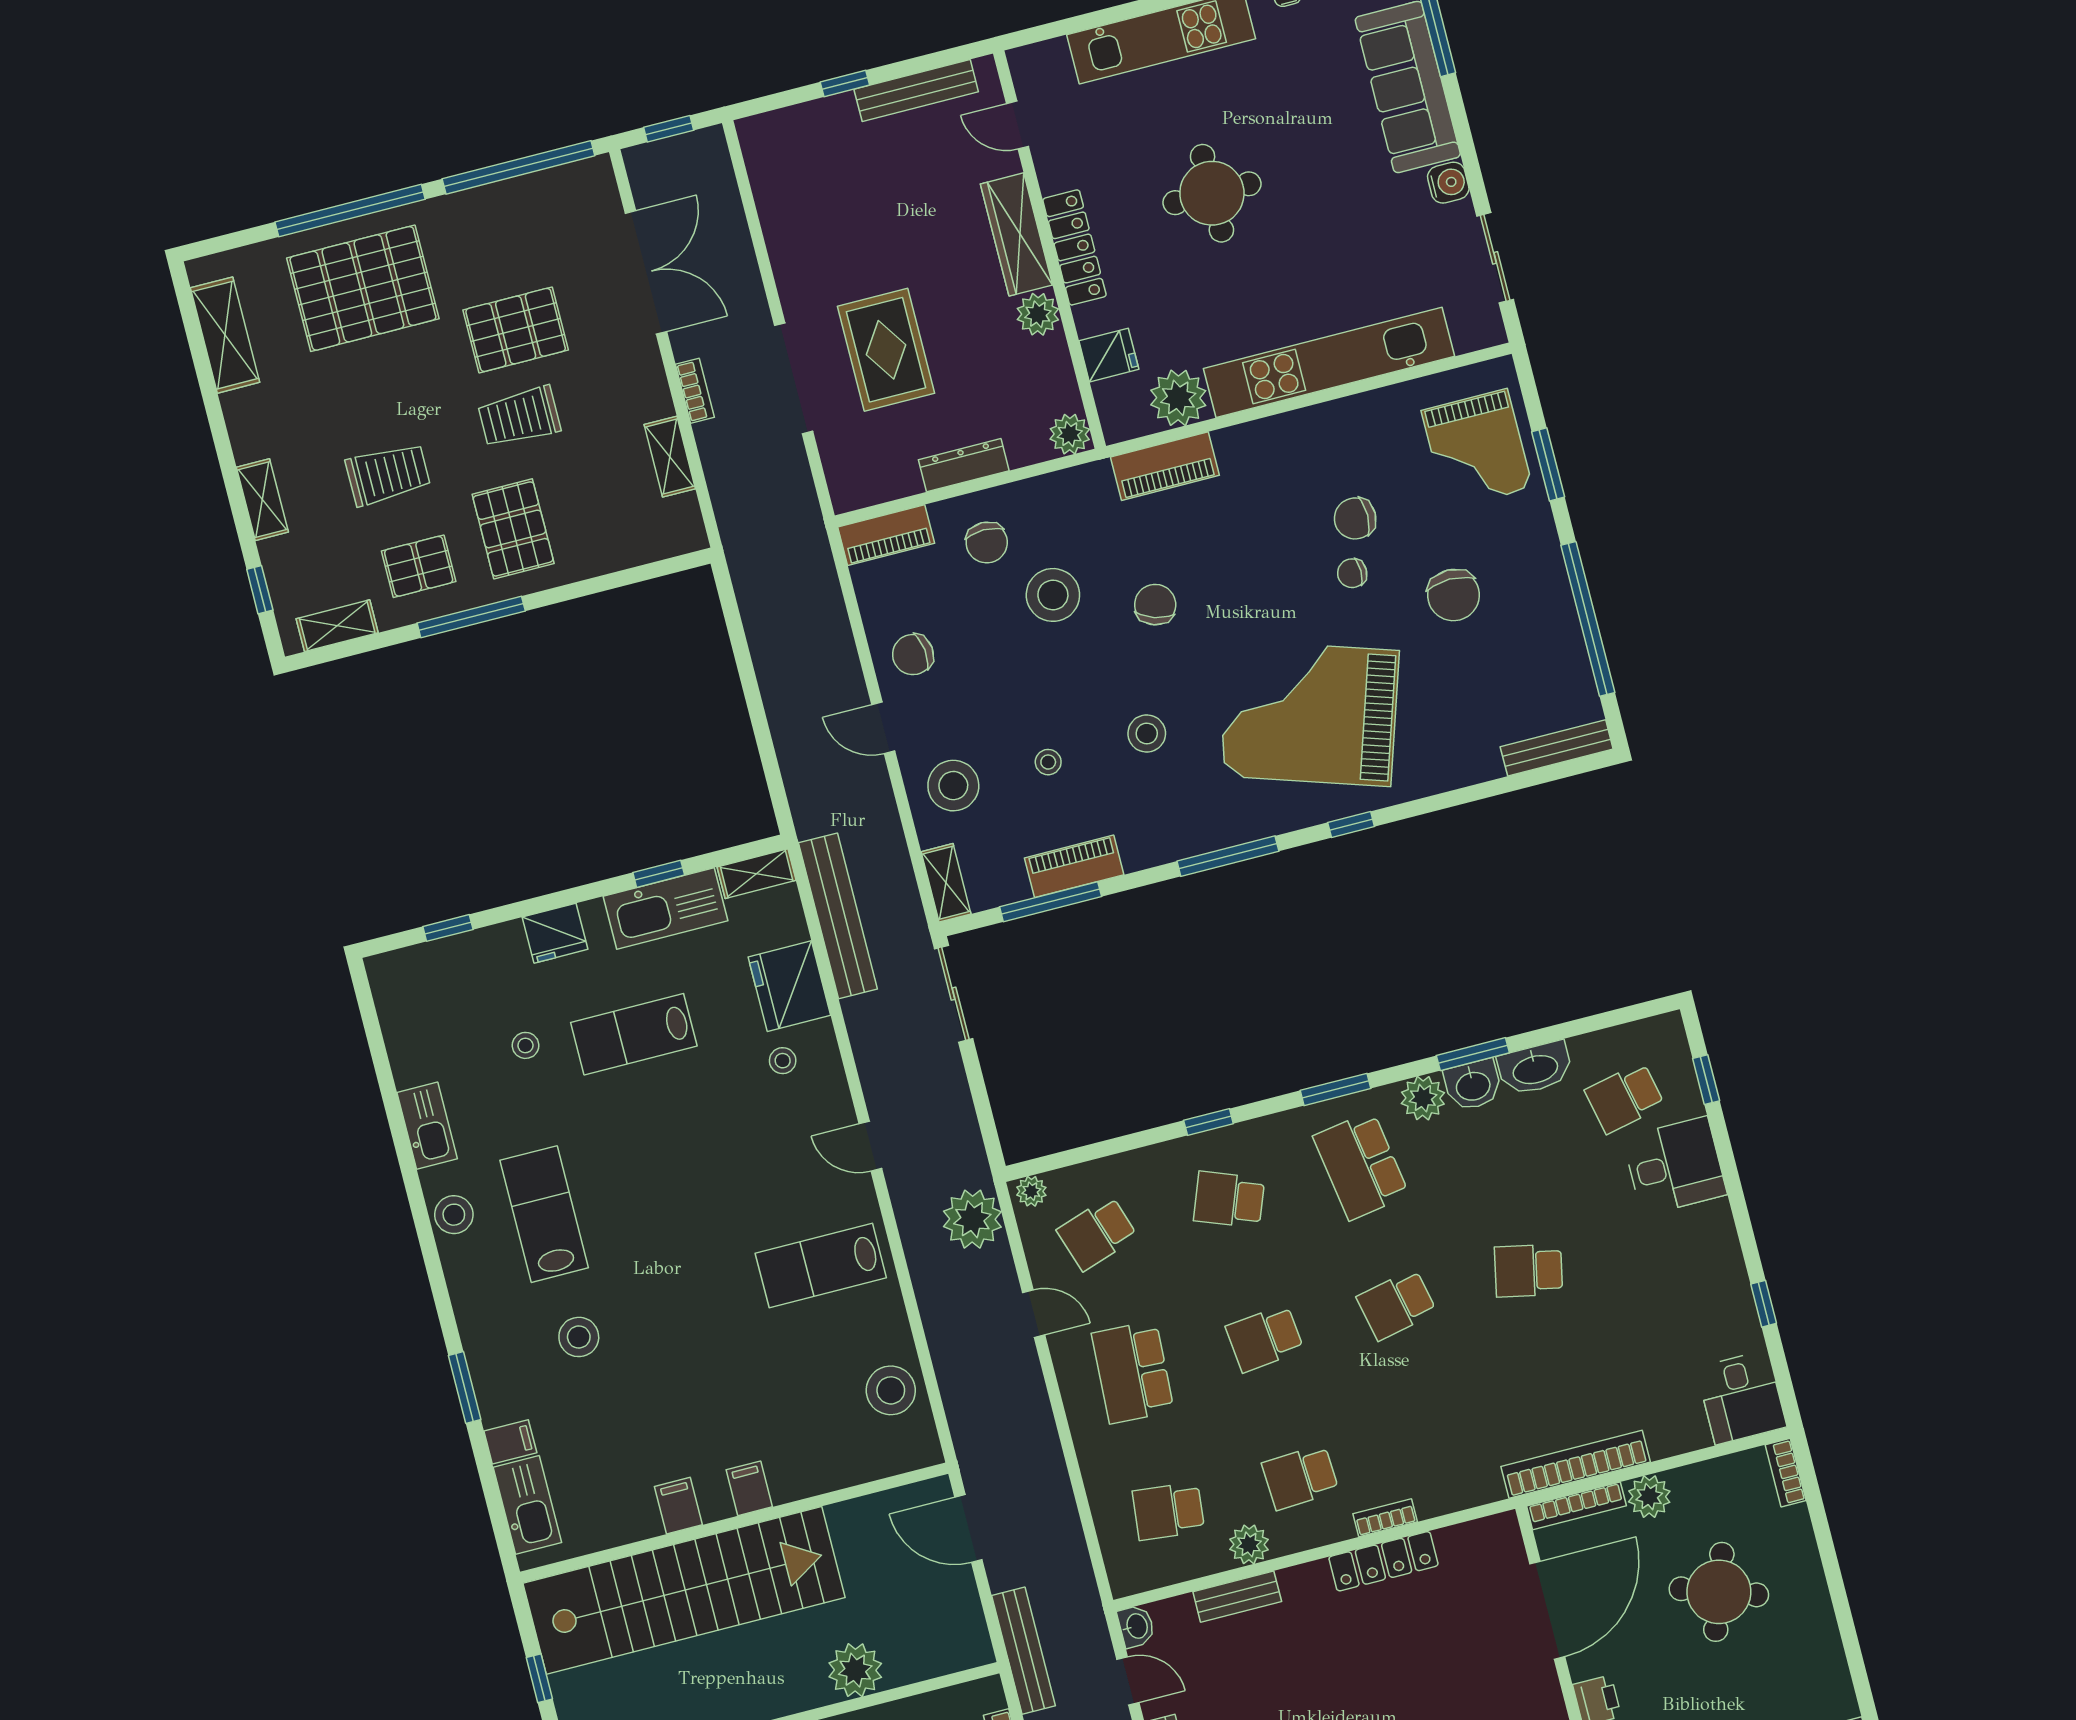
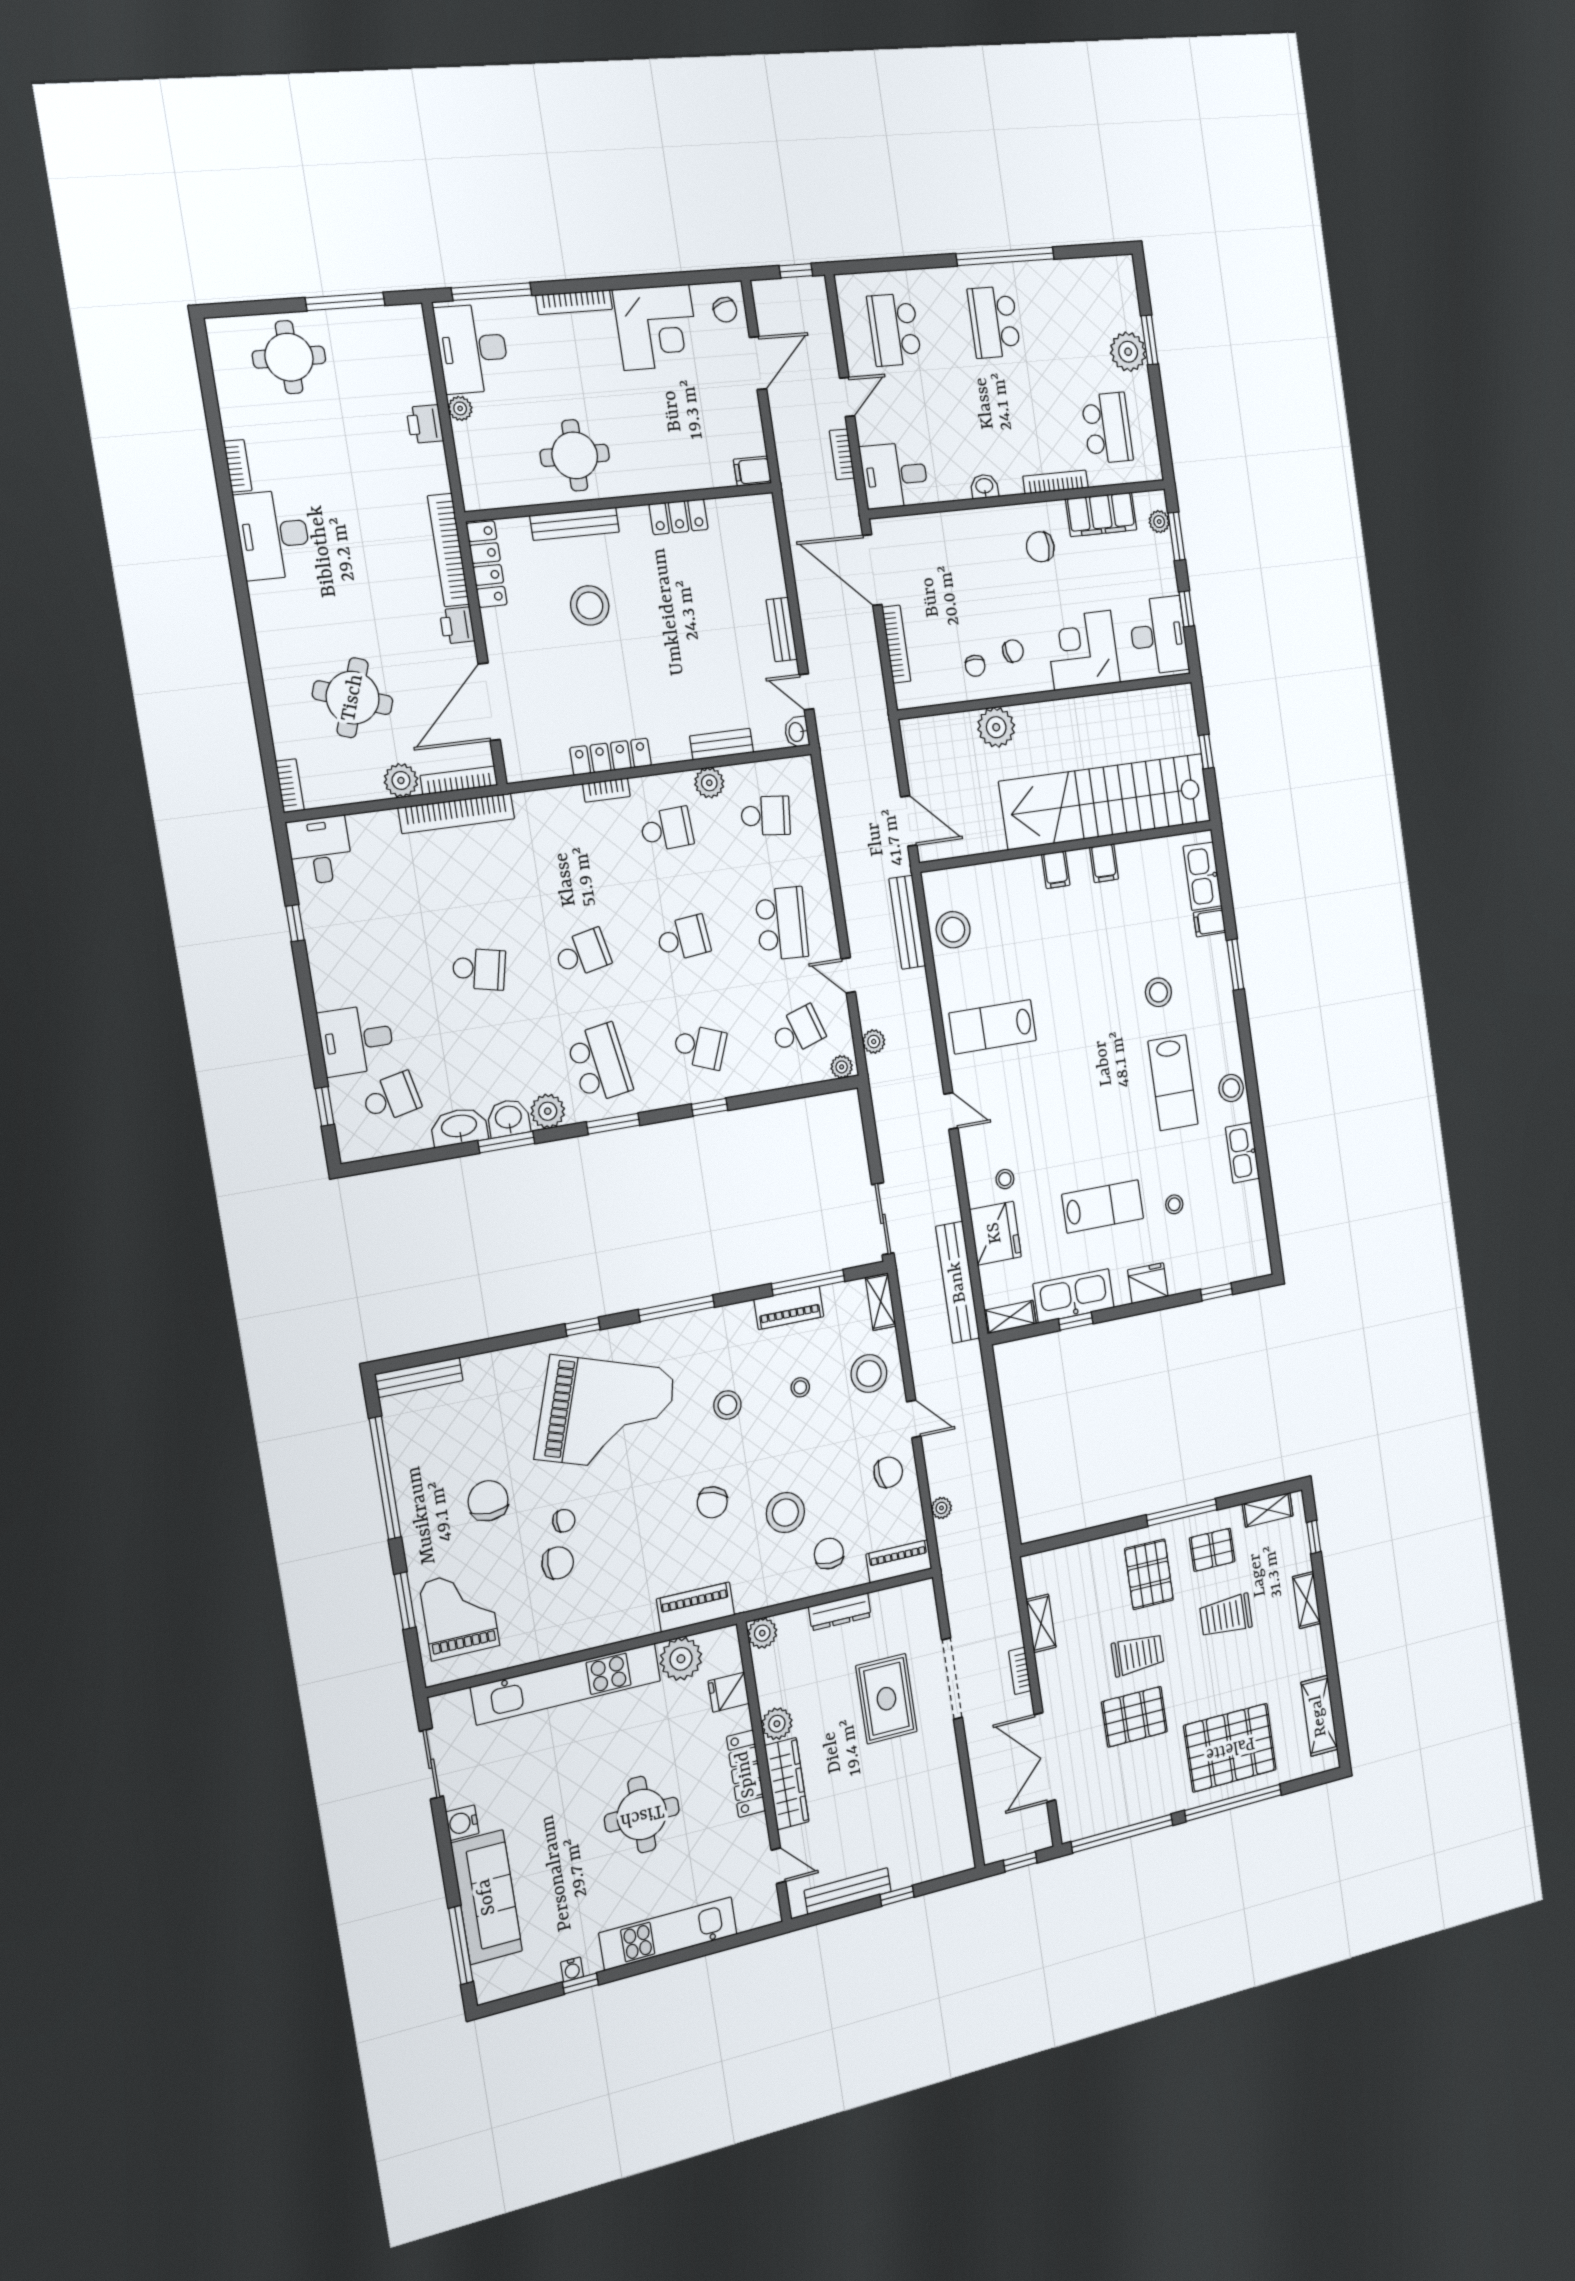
plant: (832, 609) -> (941, 1508), added
plant: (972, 1219) -> (874, 1042), width x0.53, depth x0.53
lab bench: (821, 1265) -> (993, 1027), turned 180
bench: (1024, 1651) -> (907, 922), moved

